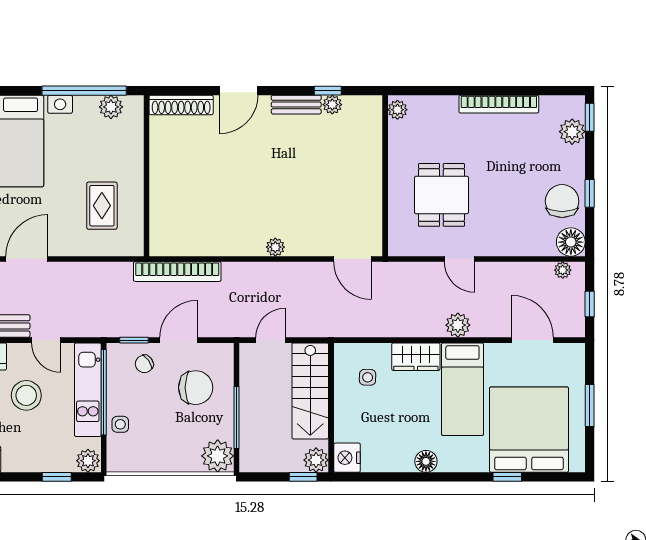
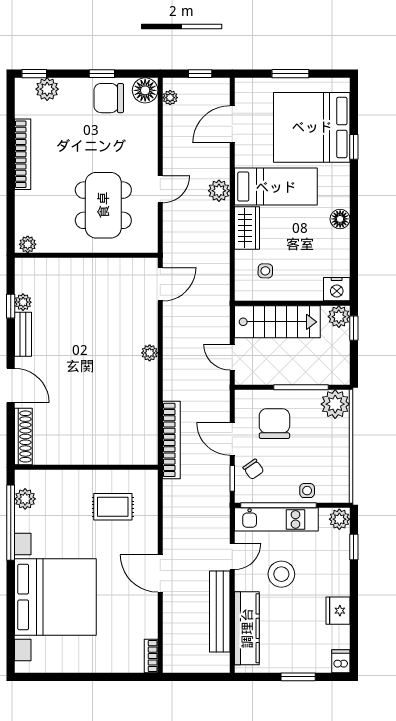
dining table: (441, 195) -> (103, 205), width x1.38

